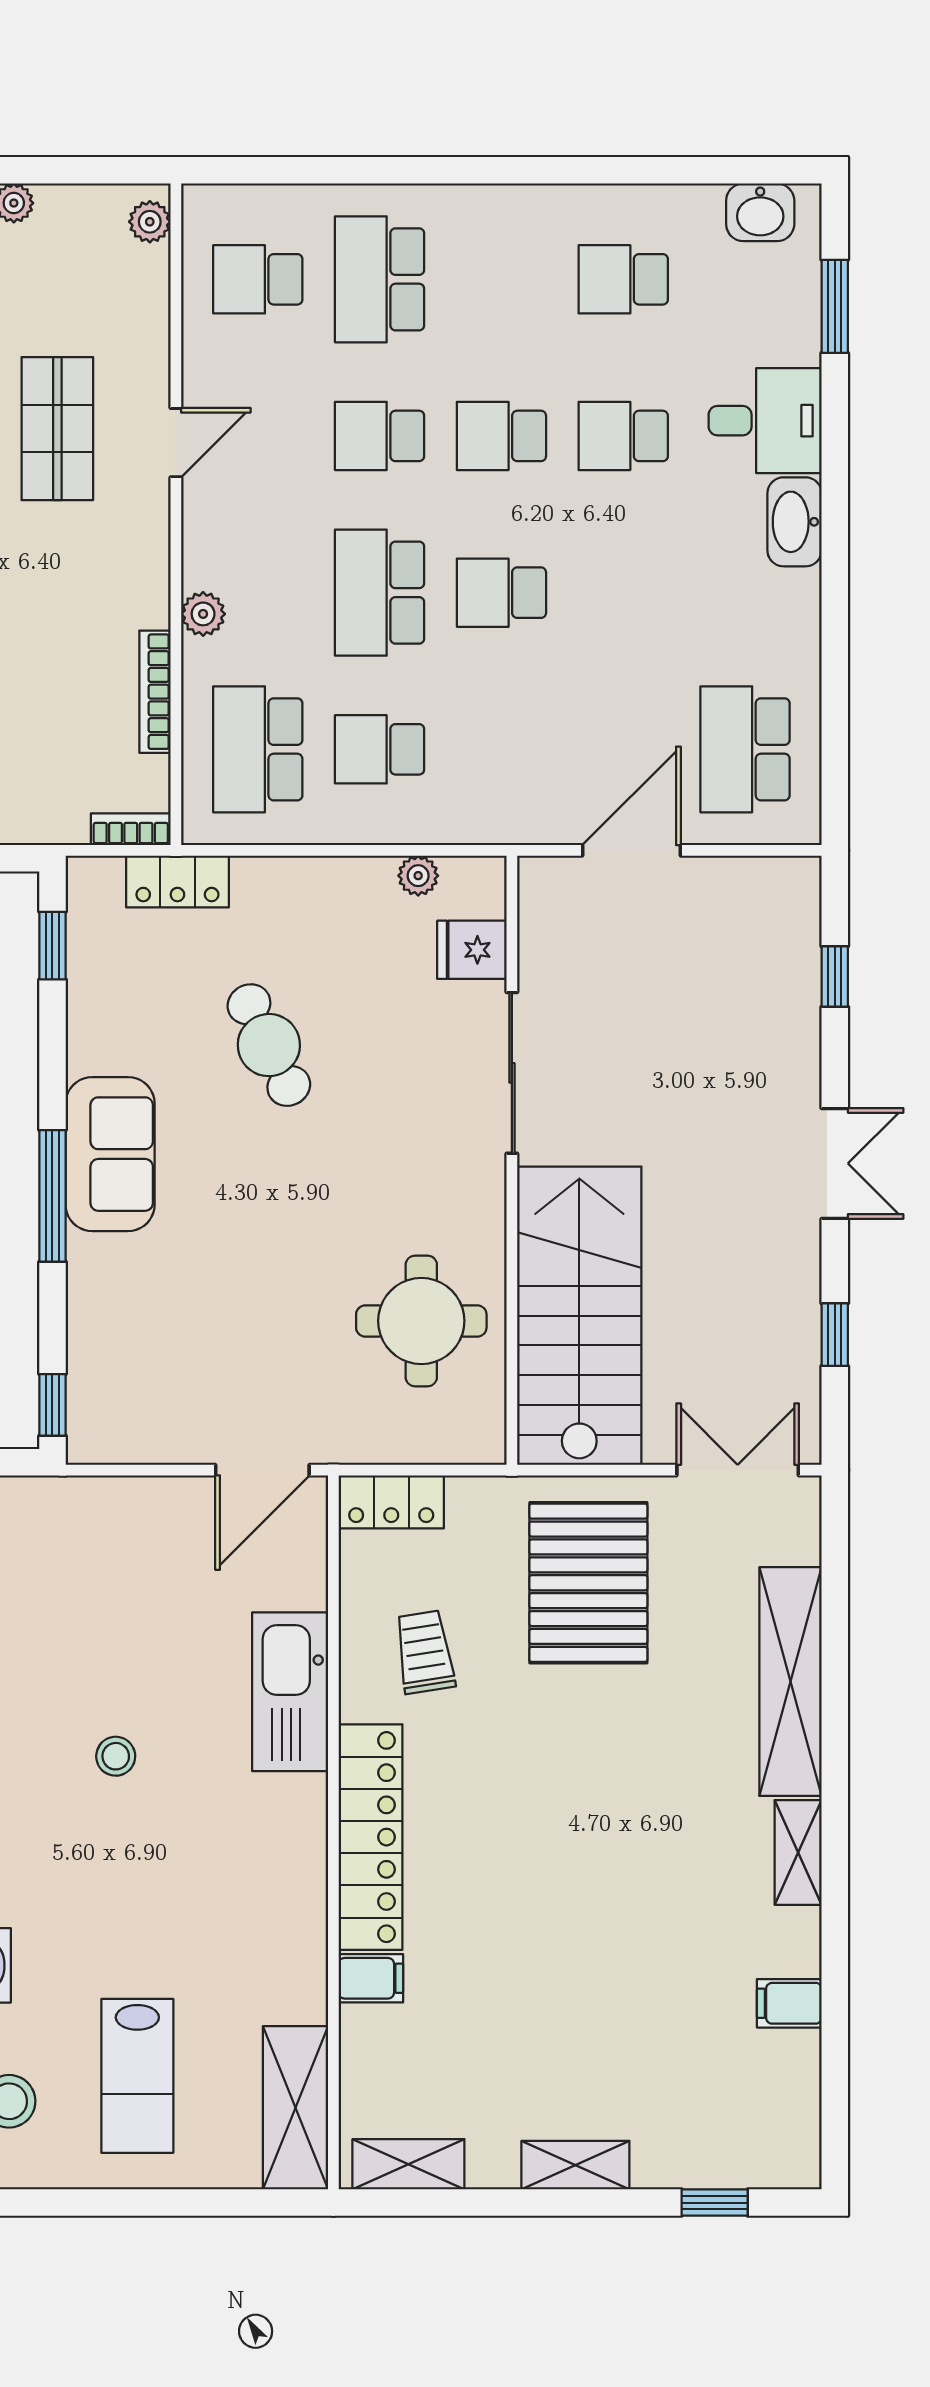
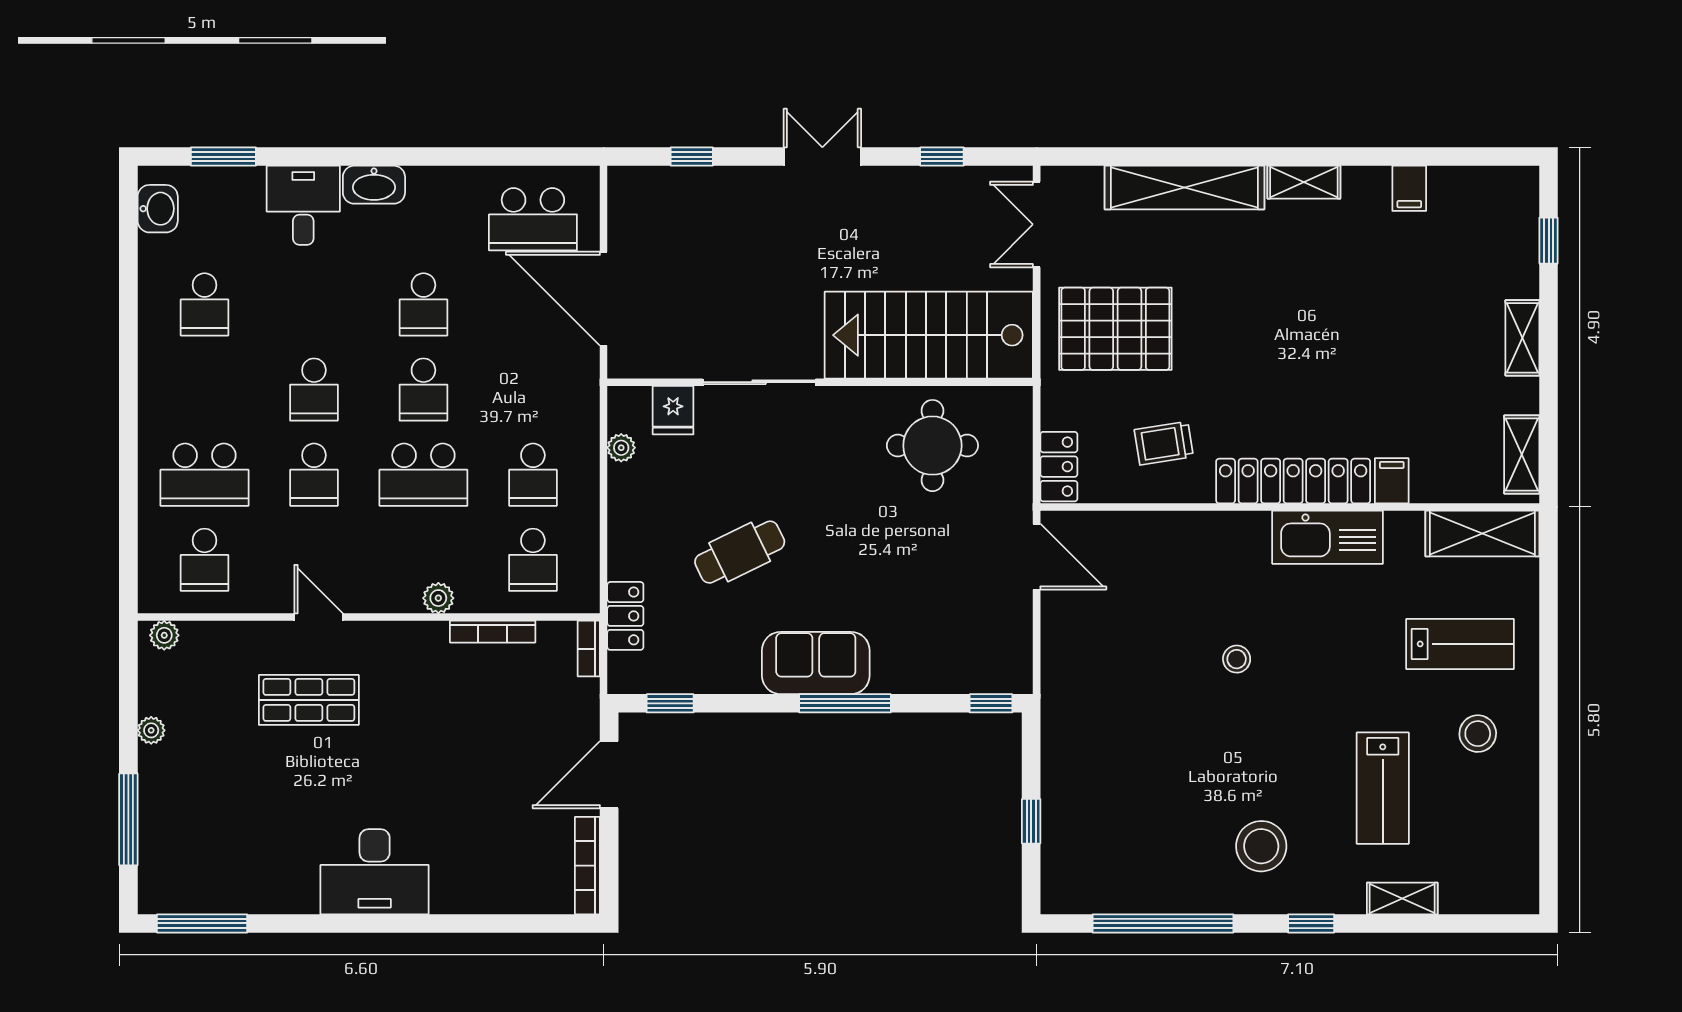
school desk: (623, 436) -> (423, 304), moved
school desk: (258, 749) -> (533, 560), width x0.54
door: (632, 850) -> (604, 299), width x1.36
kitchen sink: (290, 1692) -> (1328, 537), moved

